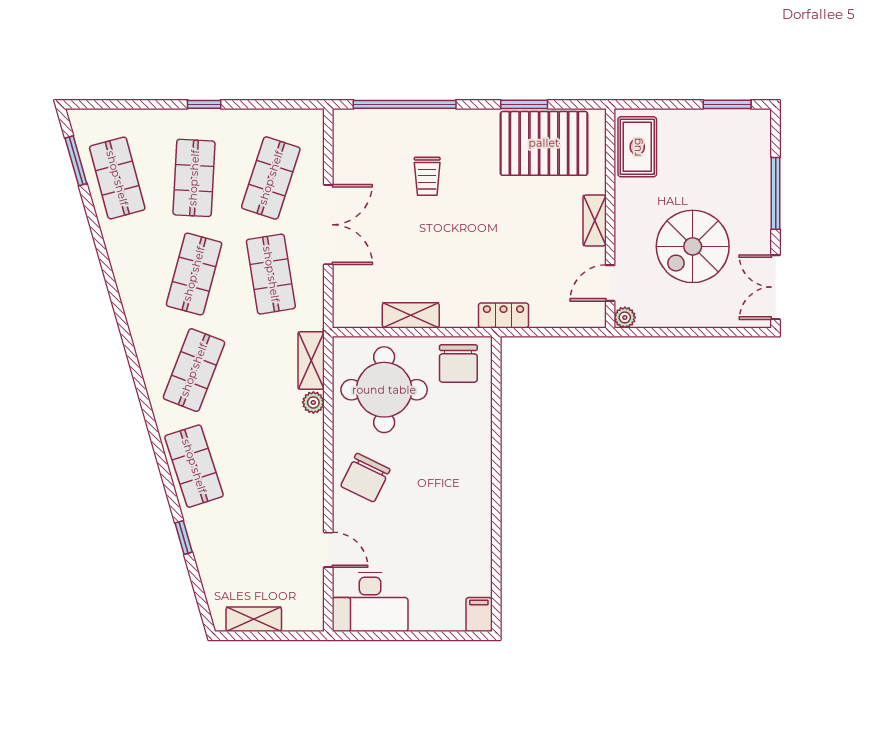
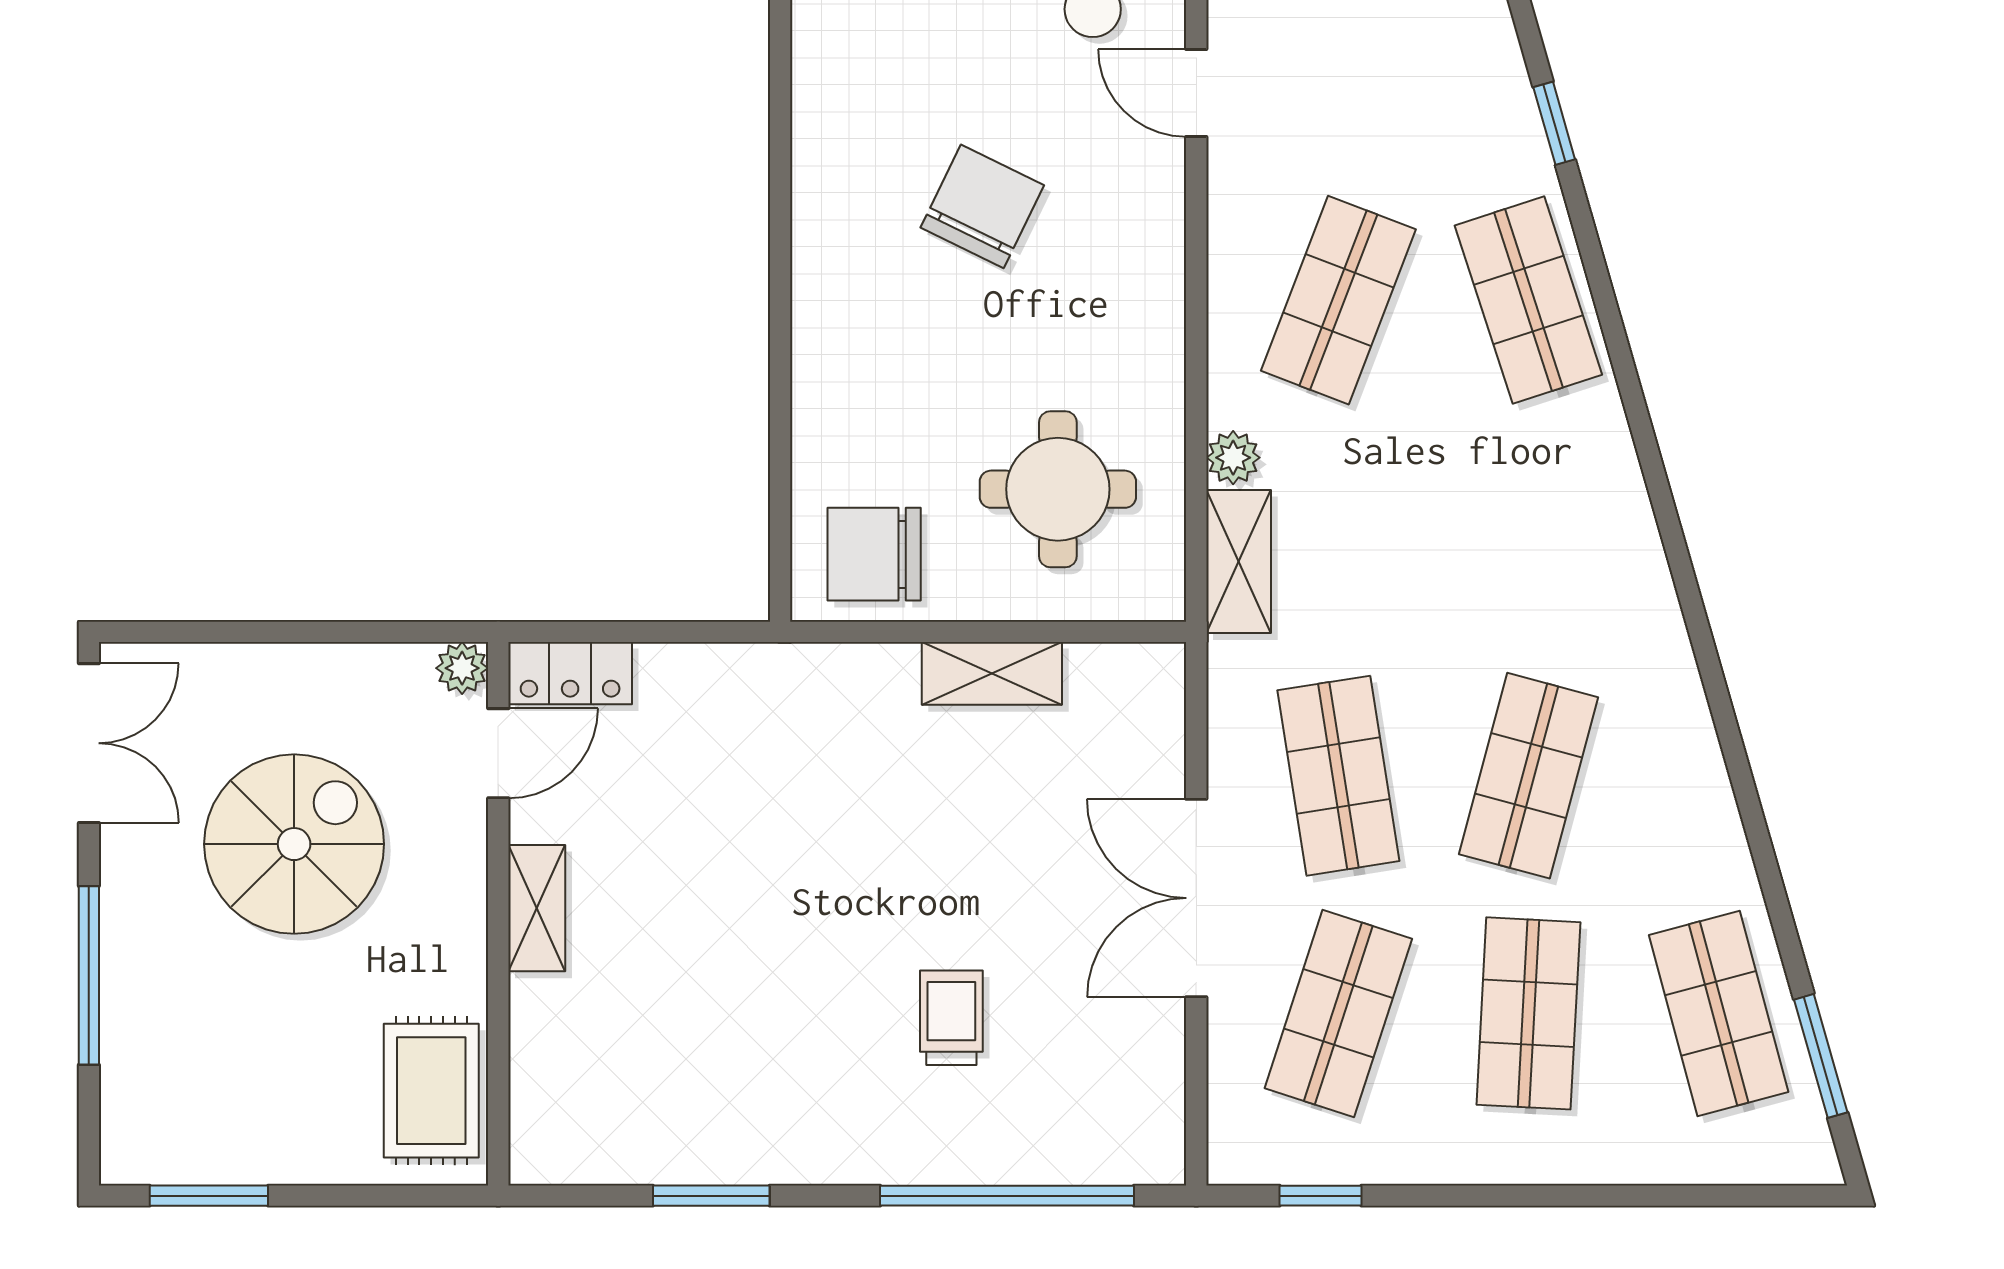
window: (204, 104) -> (1320, 1196), moved
pallet: (544, 143) -> (662, 1099), removed
locker: (503, 315) -> (570, 673), moved
chair: (458, 363) -> (874, 554), turned -90
shop shelf: (194, 370) -> (1338, 300), moved
round table: (384, 390) -> (1058, 489), width x0.73, depth x0.73
chair: (365, 478) -> (982, 206), moved

